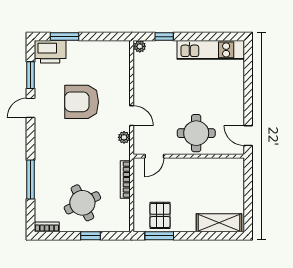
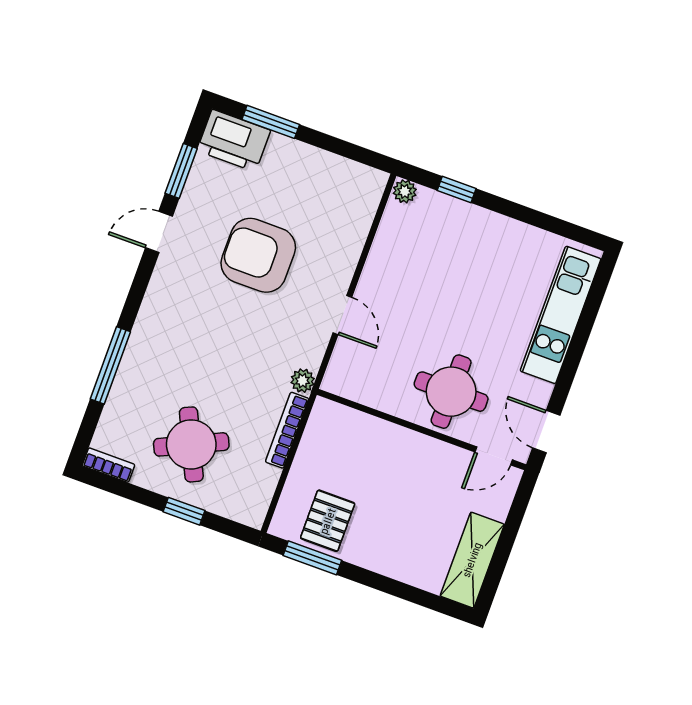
kitchen unit: (211, 50) -> (561, 315), moved, turned 90
plant: (124, 137) -> (303, 381), moved
door: (154, 156) -> (494, 456), moved
shelving: (219, 223) -> (472, 560), moved, turned 90

